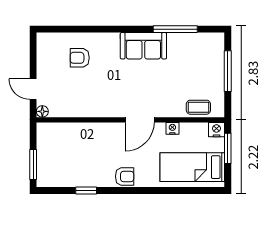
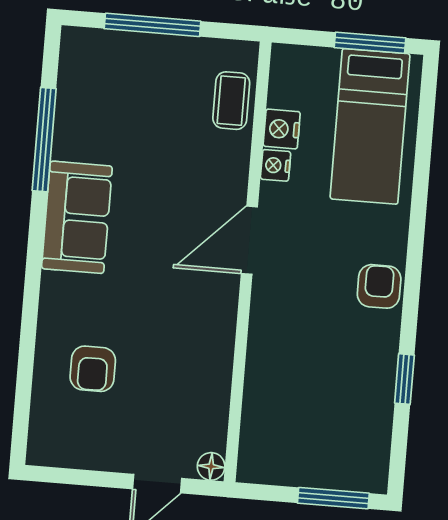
door: (140, 120) -> (249, 240), swing flipped
nightstand: (216, 130) -> (282, 129), moved
window: (228, 148) -> (370, 43), moved

